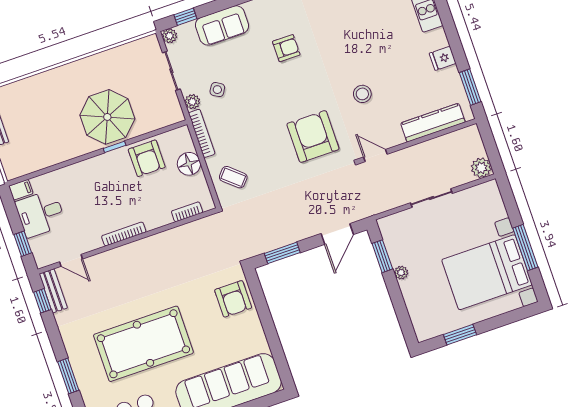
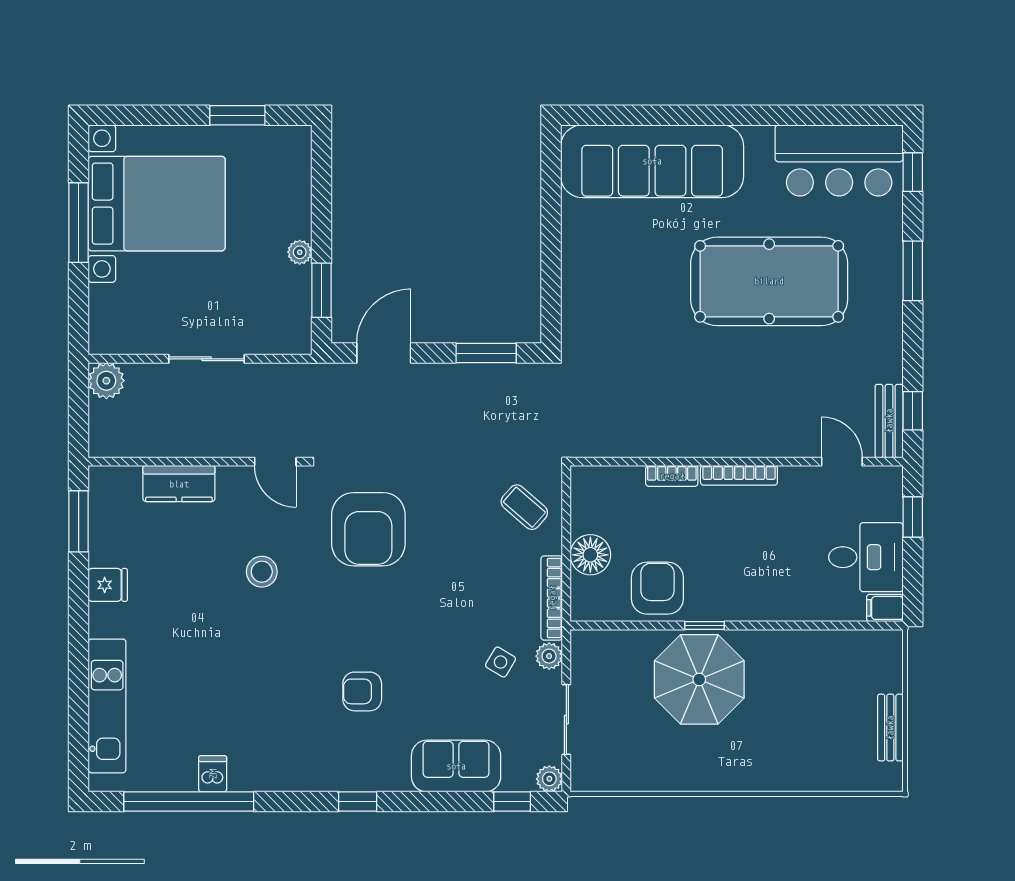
kitchen counter: (433, 123) -> (179, 484), width x0.67
bookcase: (187, 212) -> (672, 476), moved
armchair: (233, 299) -> (594, 305), removed

